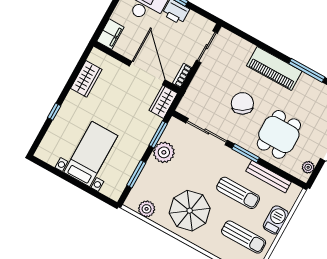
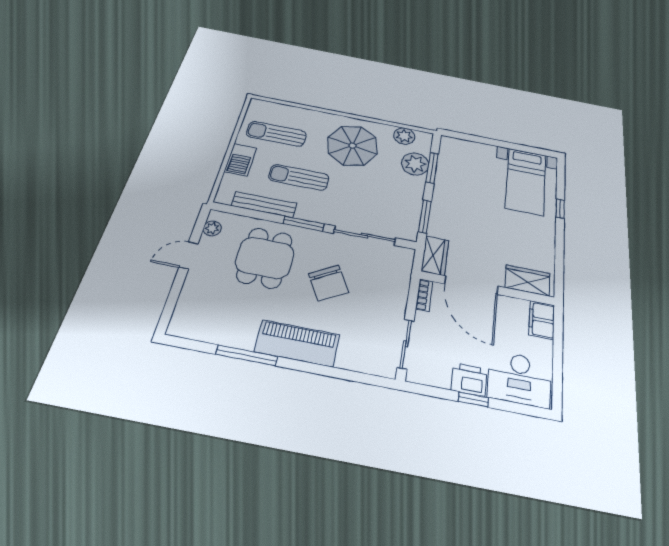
wardrobe: (86, 79) -> (528, 280), moved, turned 90
plant: (164, 152) -> (415, 164), moved
bed with nightstands: (91, 154) -> (526, 181), moved

